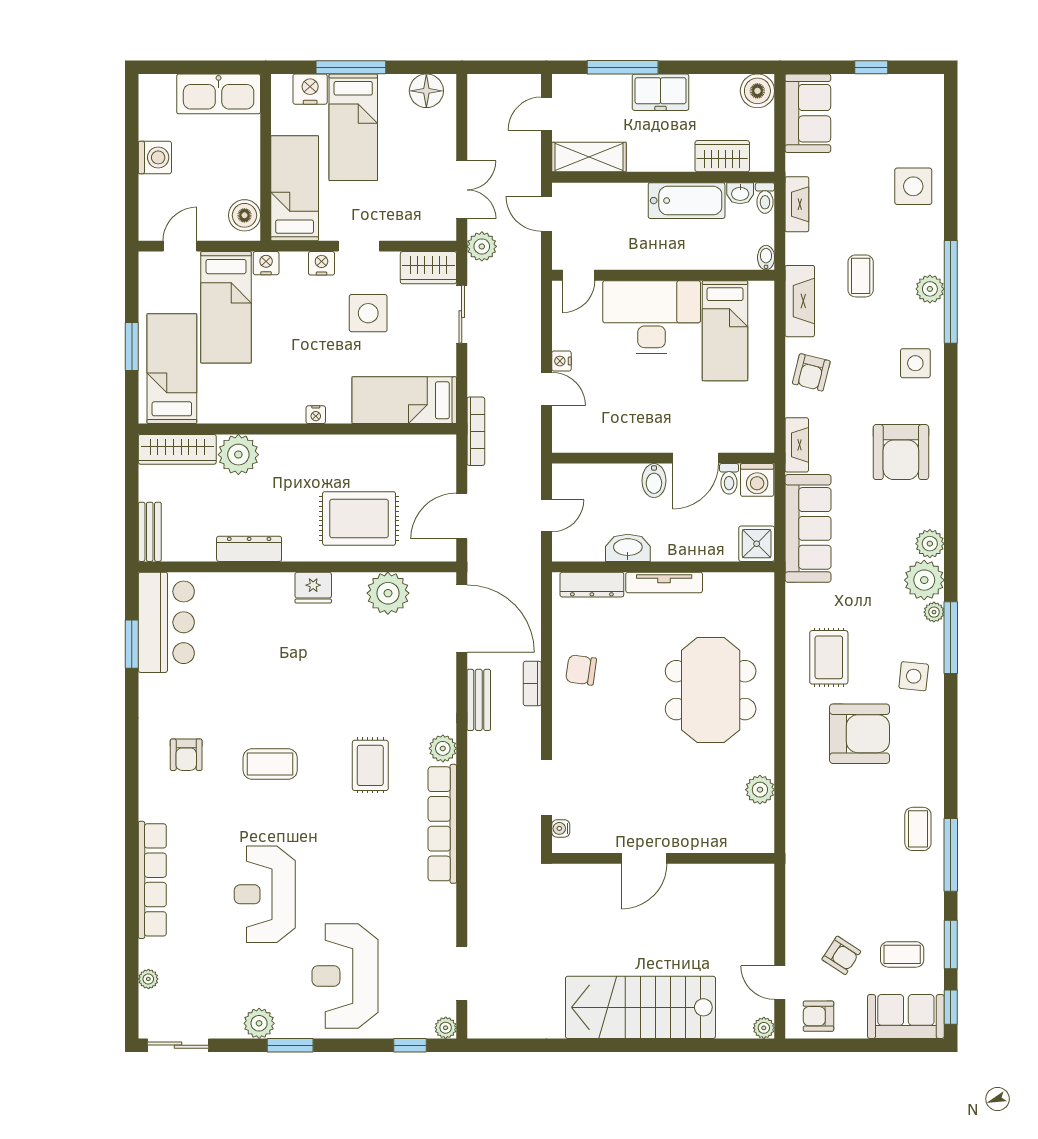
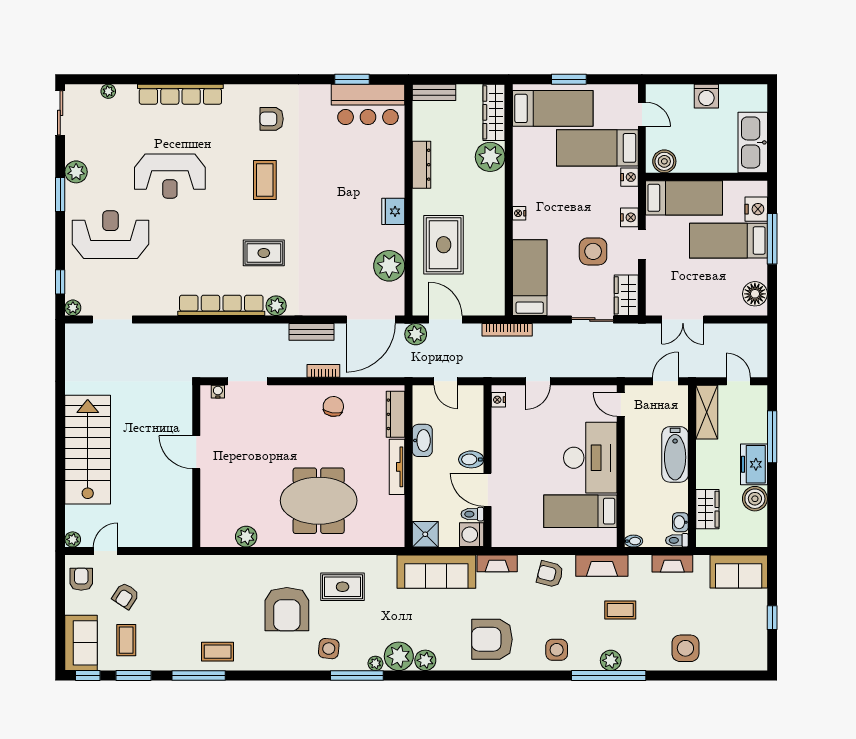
boiler: (757, 91) -> (755, 499), moved
bathtub: (687, 201) -> (675, 454), moved
plant: (482, 246) -> (416, 334), moved
nightstand: (561, 361) -> (498, 400), moved, turned -90
reception desk: (265, 894) -> (170, 176), turned 180

